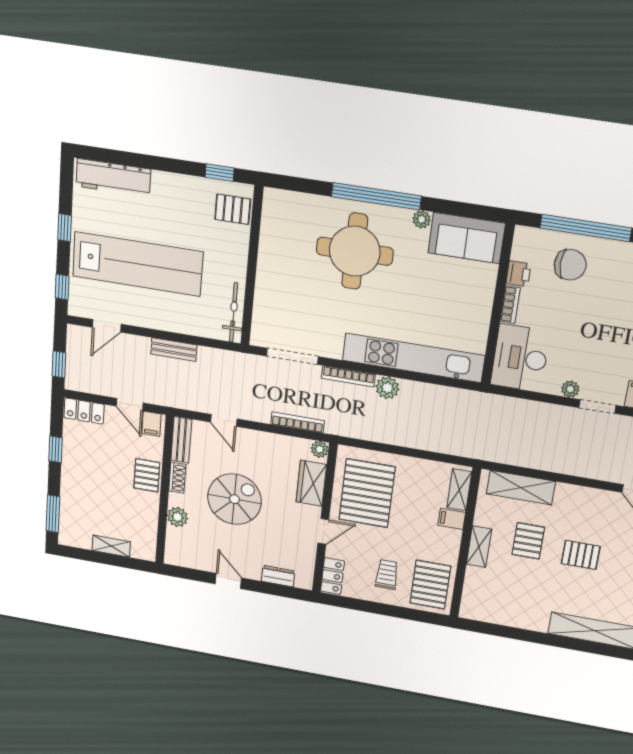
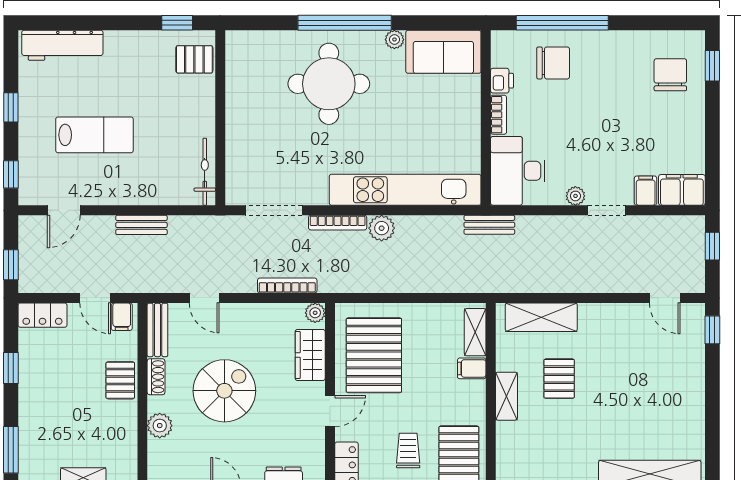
lab bench: (138, 264) -> (94, 135), width x0.54, depth x0.72
bench: (486, 401) -> (489, 225), added
pallet: (581, 555) -> (619, 385), removed

